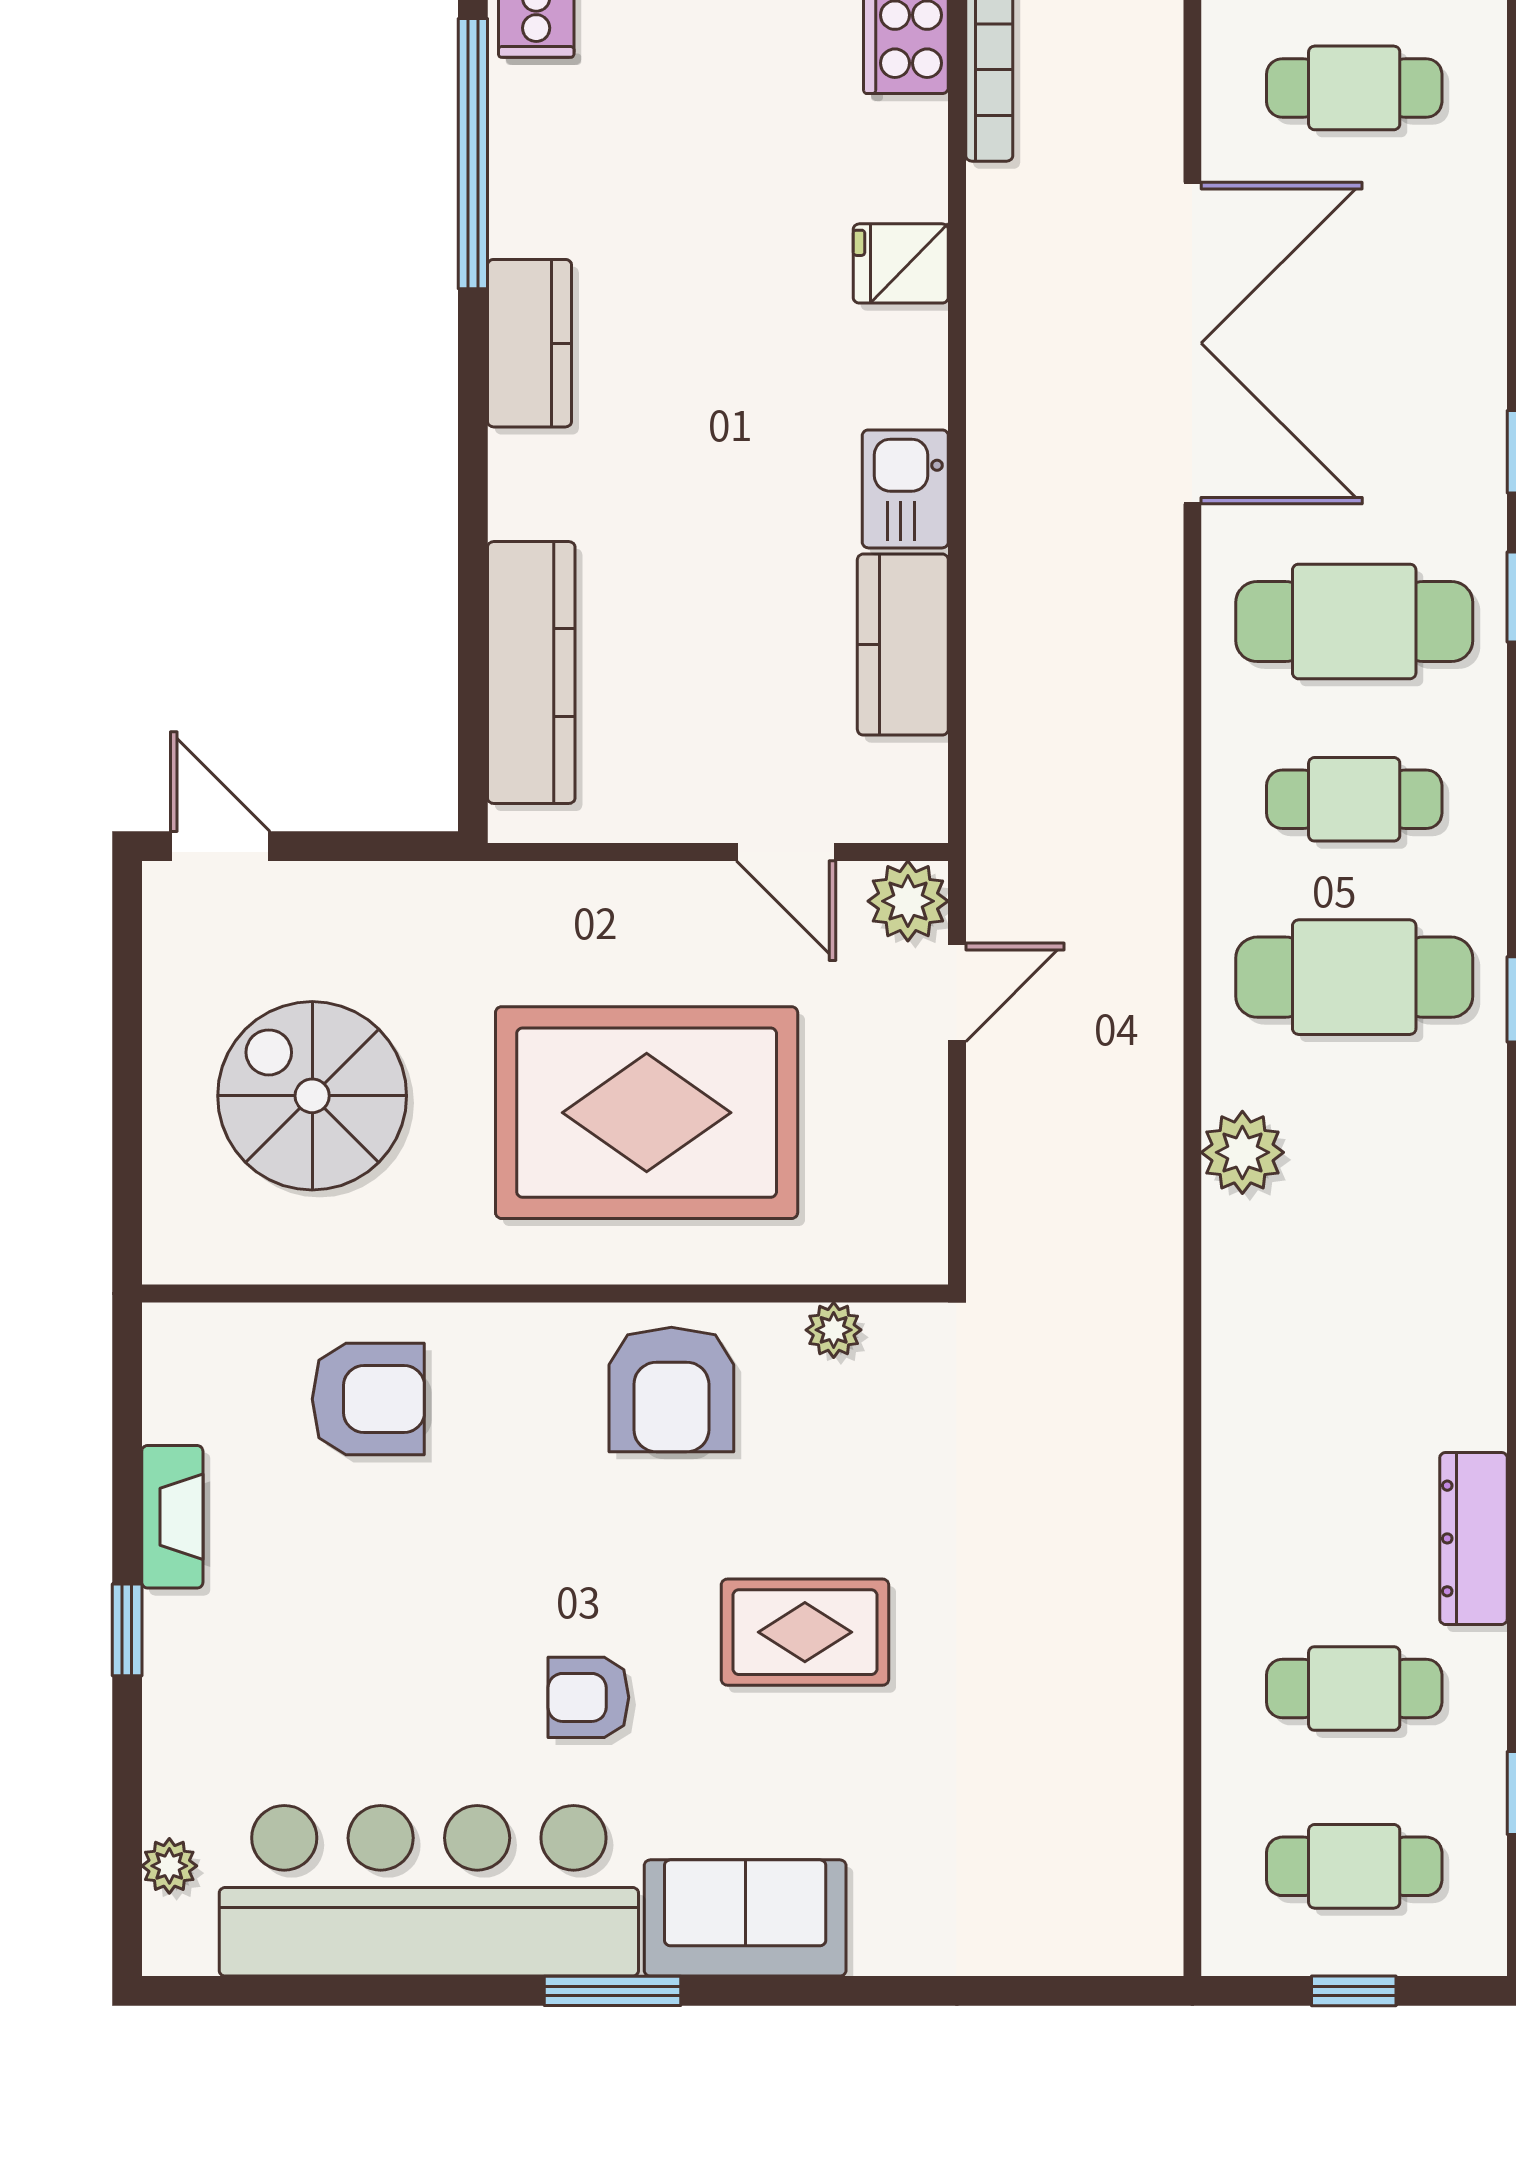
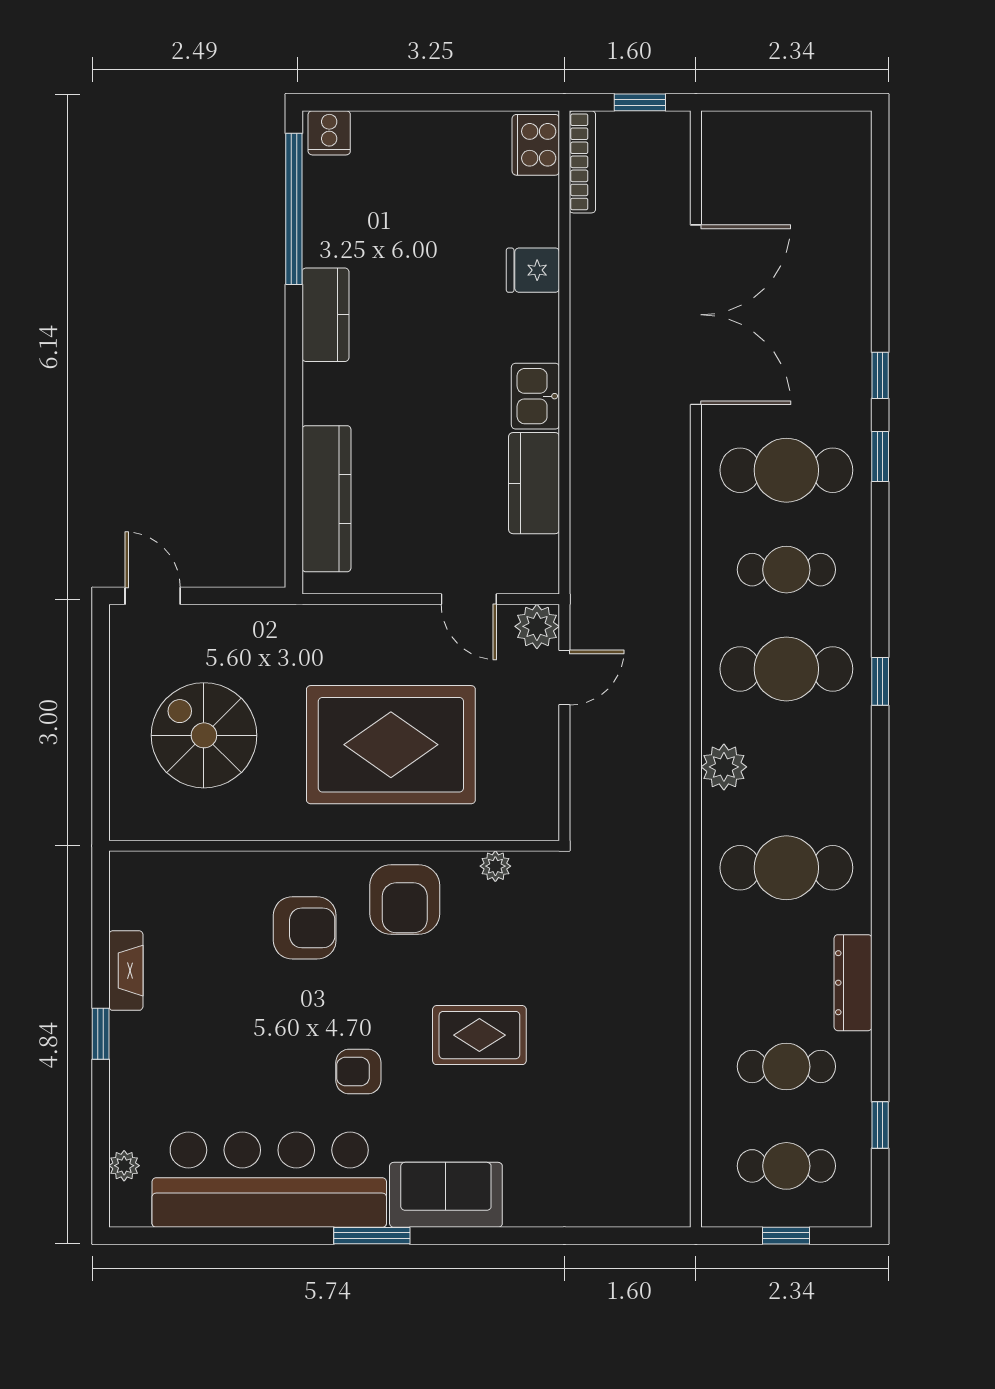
cafe table: (1354, 88) -> (786, 868), moved, width x1.37, depth x1.35
armchair: (368, 1399) -> (305, 928), moved

